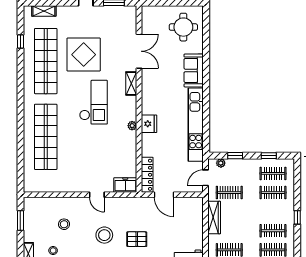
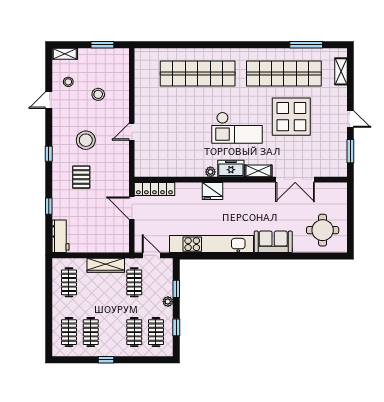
window: (20, 42) -> (306, 45), width x2.17
plant: (221, 163) -> (168, 302), moved
freezer: (125, 185) -> (231, 169), moved, turned -90
door: (164, 195) -> (132, 208), hinge flipped

